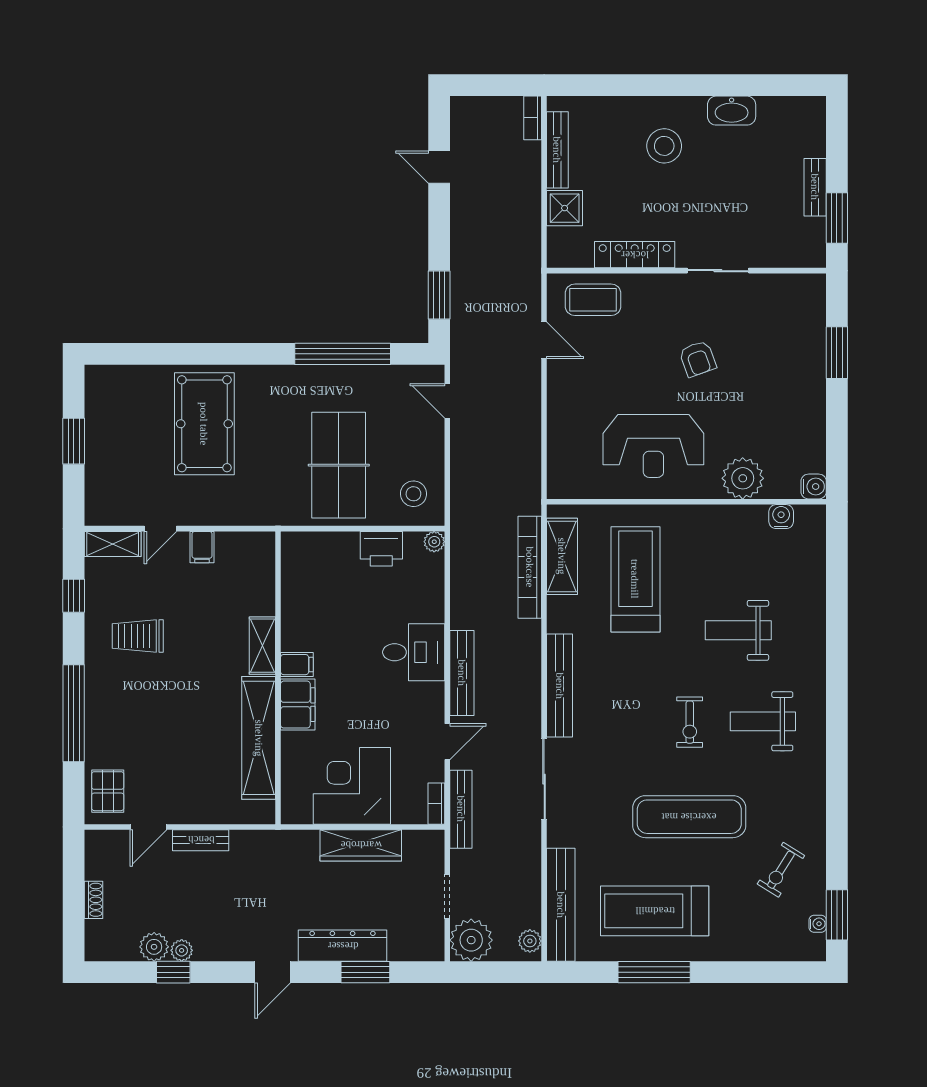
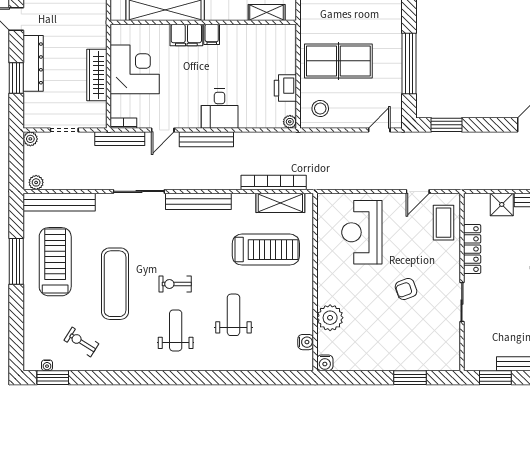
reception desk: (653, 446) -> (362, 232), moved
shelving: (262, 646) -> (267, 12), moved
door: (447, 742) -> (163, 130), hinge flipped
plant: (471, 940) -> (30, 139), width x0.53, depth x0.53

